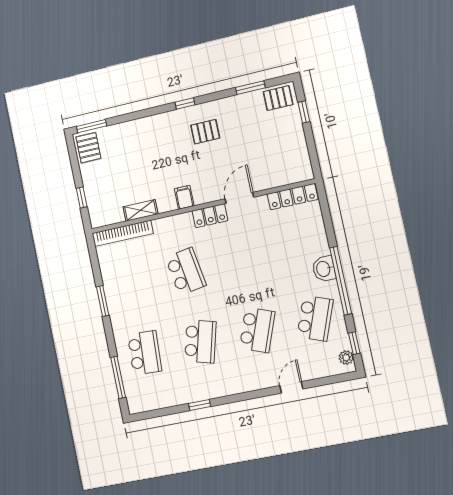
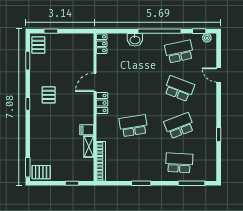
filing cabinet: (184, 197) -> (87, 130), moved
locker: (293, 197) -> (102, 44), width x0.66
door: (239, 198) -> (95, 82), hinge flipped
washbasin: (324, 269) -> (135, 40), moved
school desk: (315, 318) -> (179, 52), turned -33
school desk: (200, 341) -> (179, 126), turned -36

